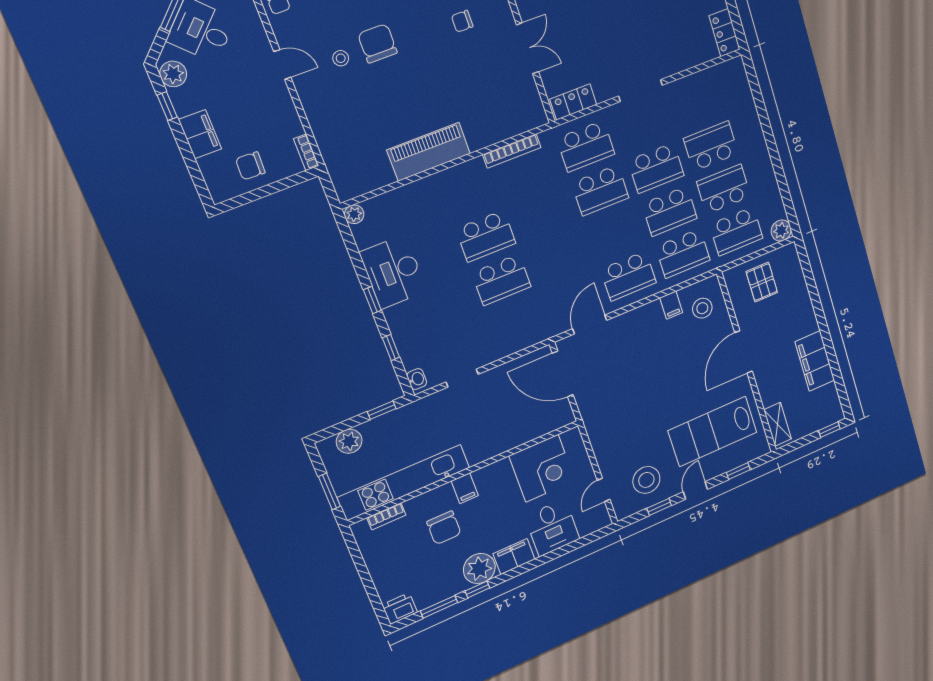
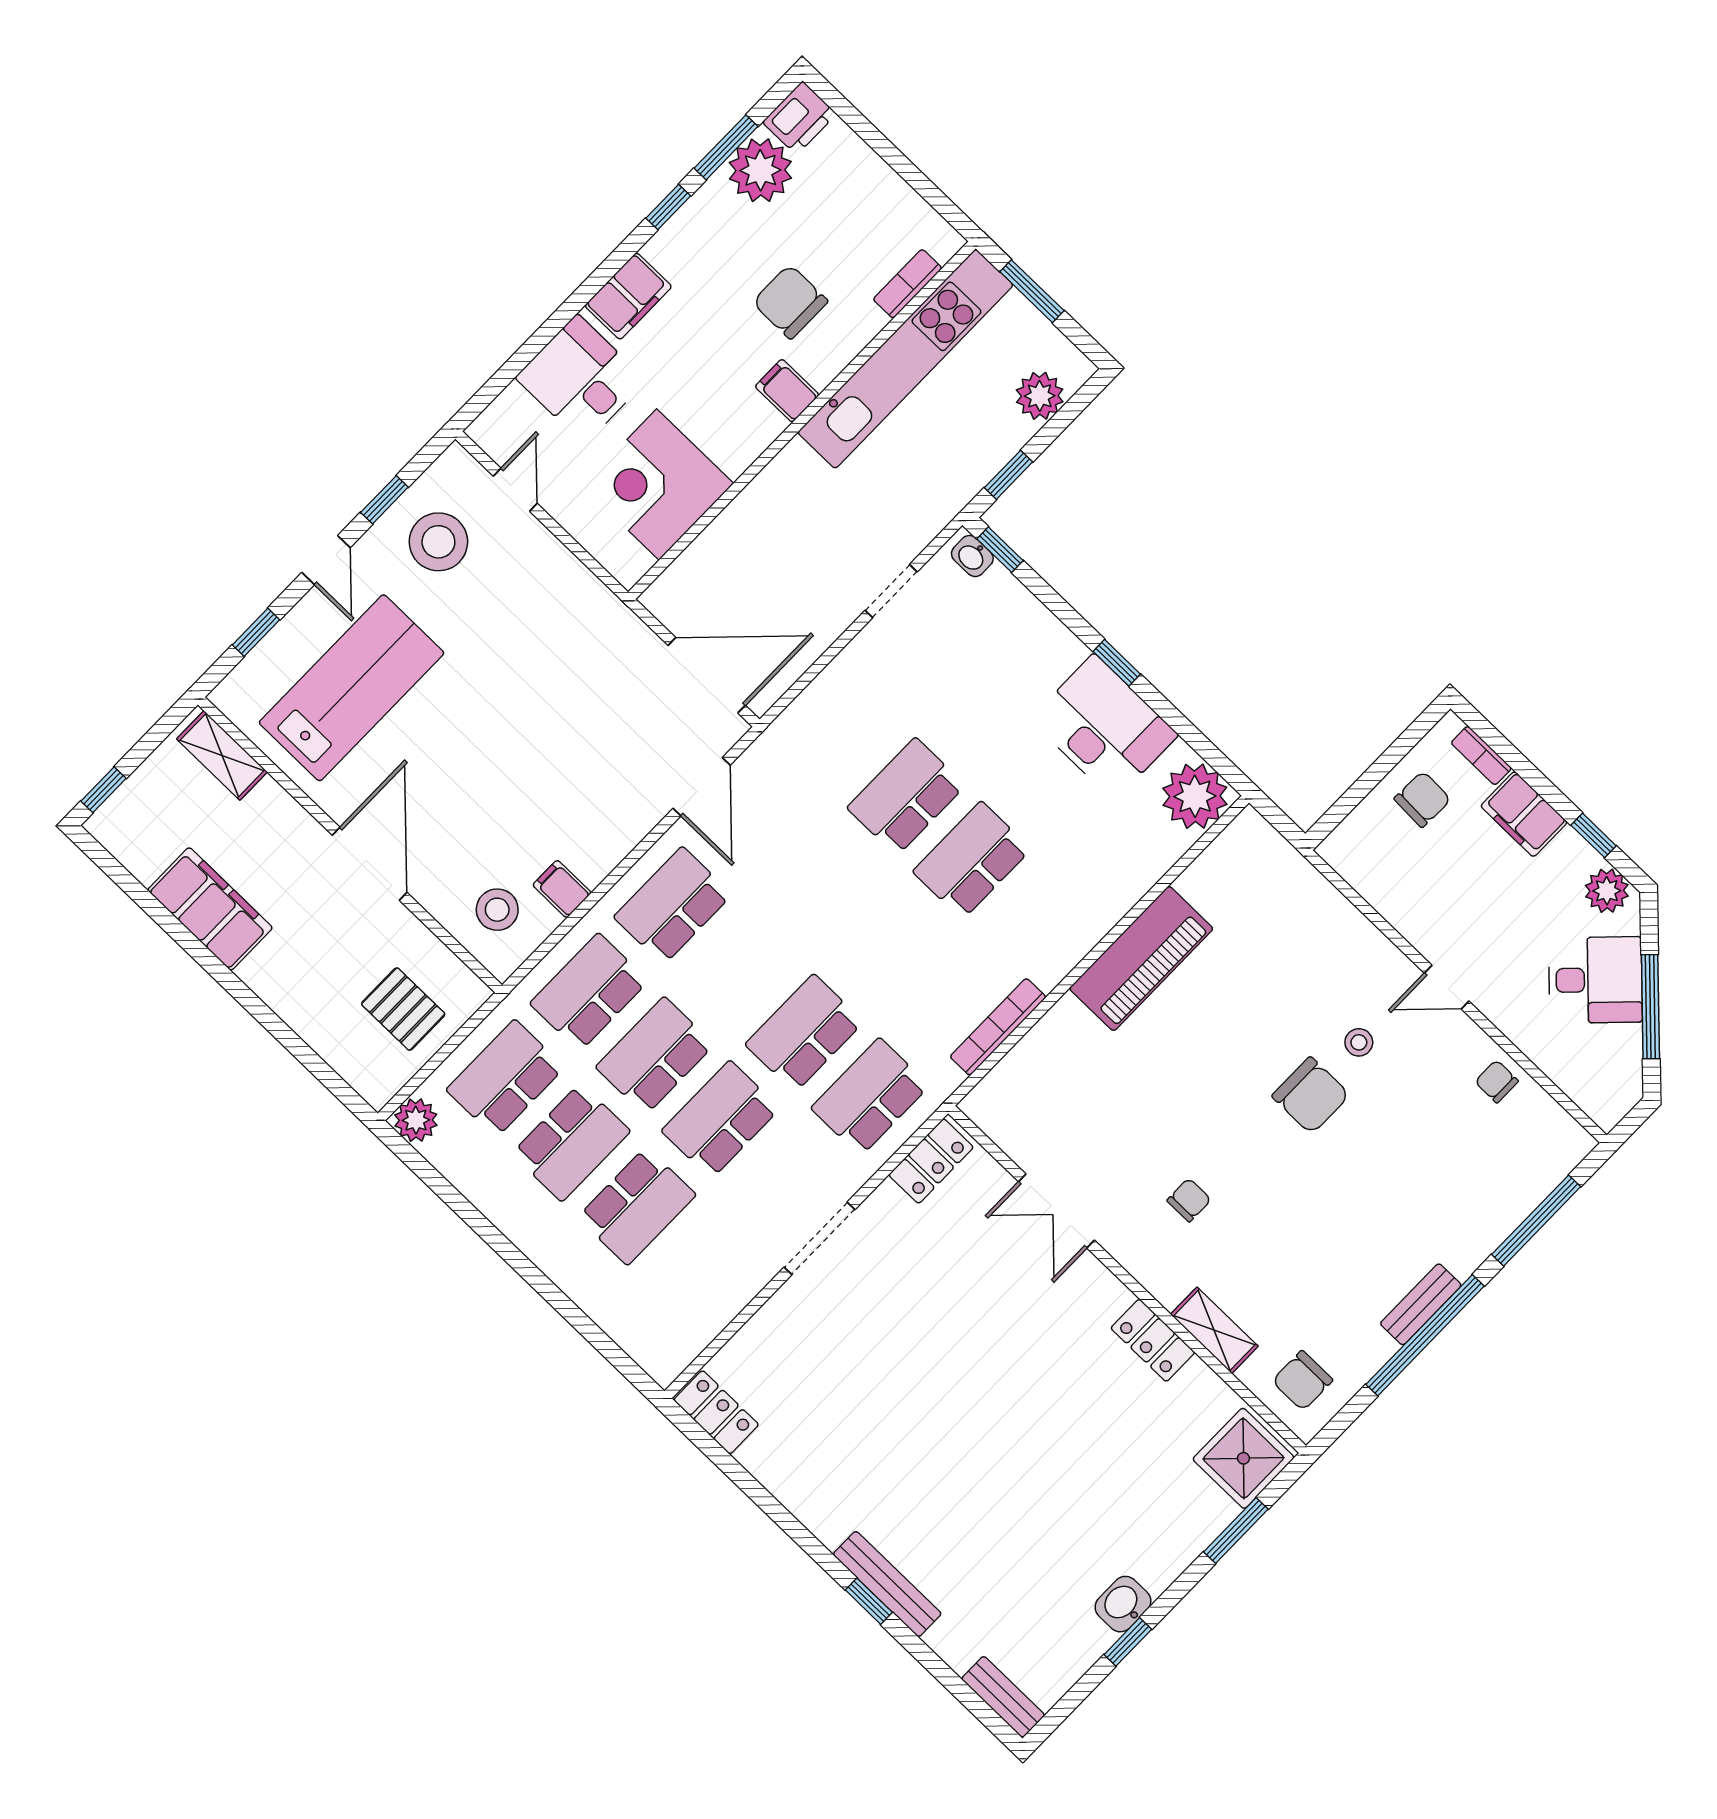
bookcase: (306, 152) -> (1481, 755), moved, turned 180
plant: (354, 214) -> (1195, 796), width x1.87, depth x1.87
window: (391, 348) -> (1000, 550), moved
plant: (479, 569) -> (760, 170), moved

